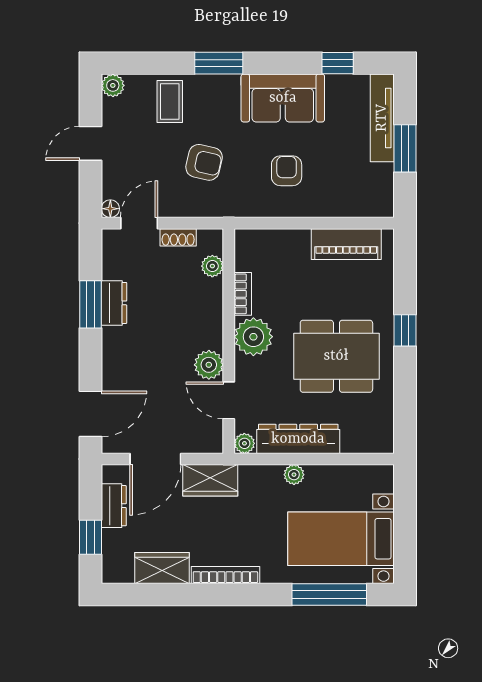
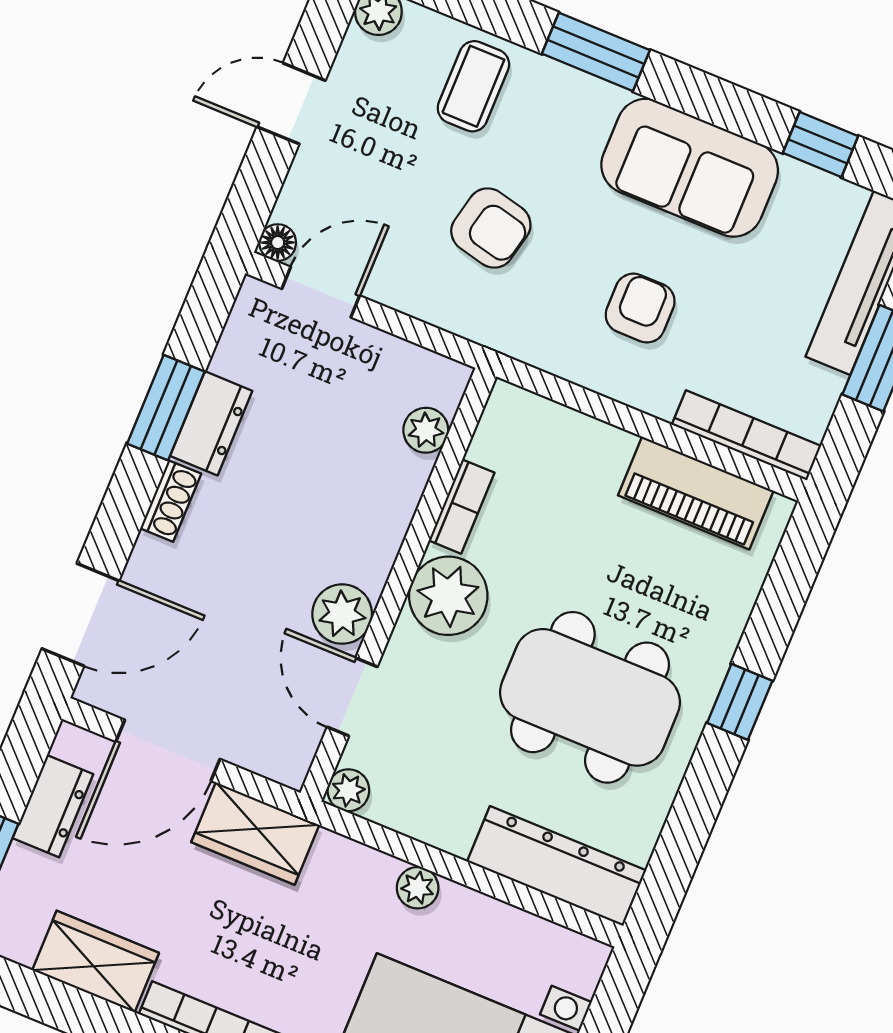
bookcase: (358, 209) -> (746, 435), added
shoe rack: (178, 237) -> (171, 501), moved, turned -90
dresser: (298, 439) -> (557, 866), moved

